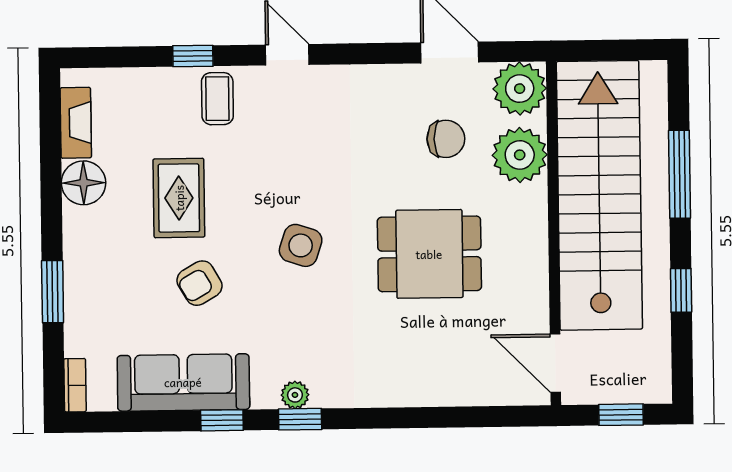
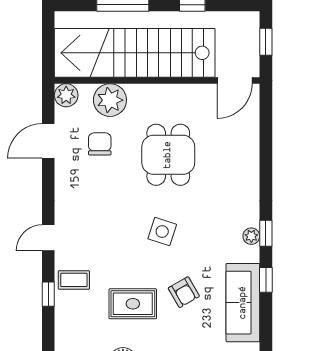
plant: (520, 89) -> (66, 95), width x0.73, depth x0.73

